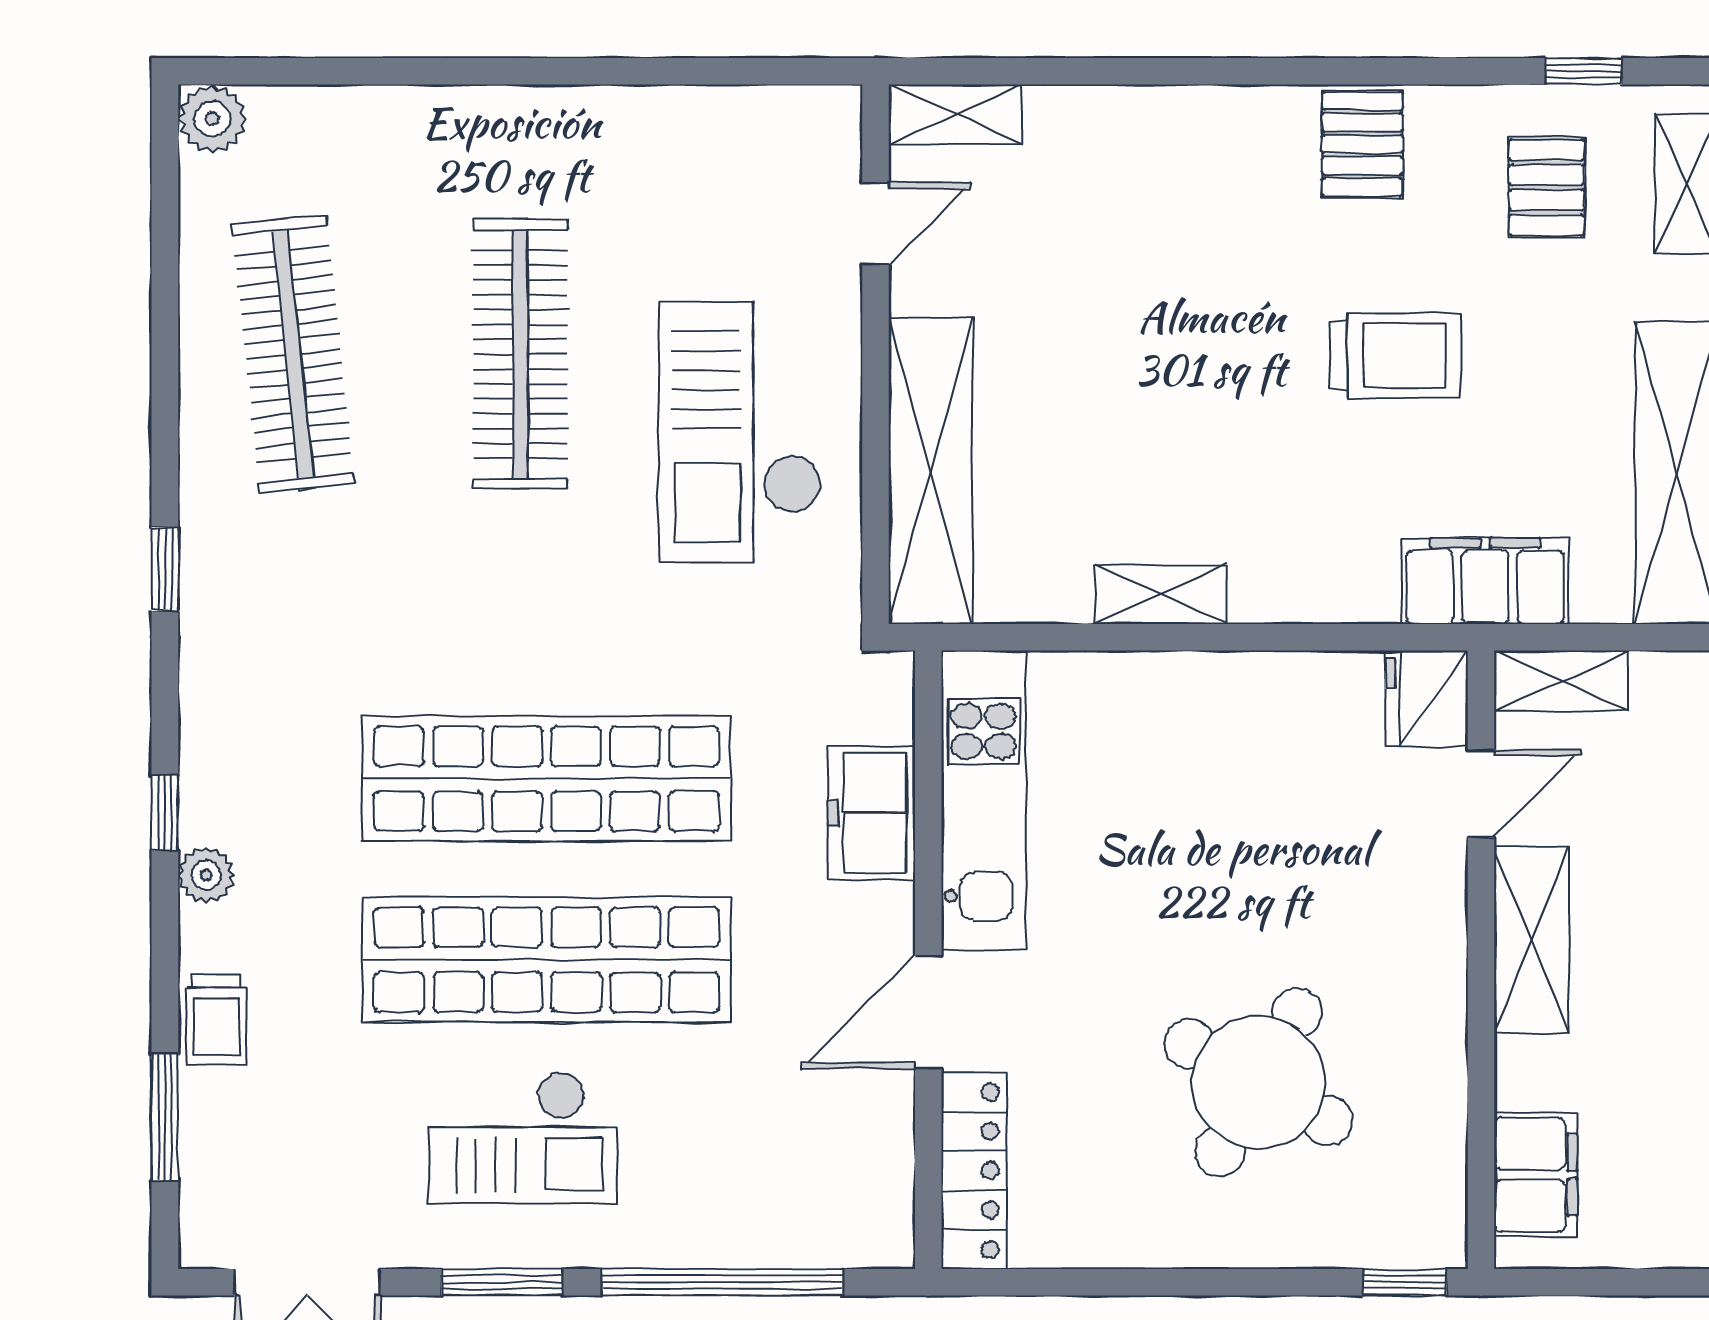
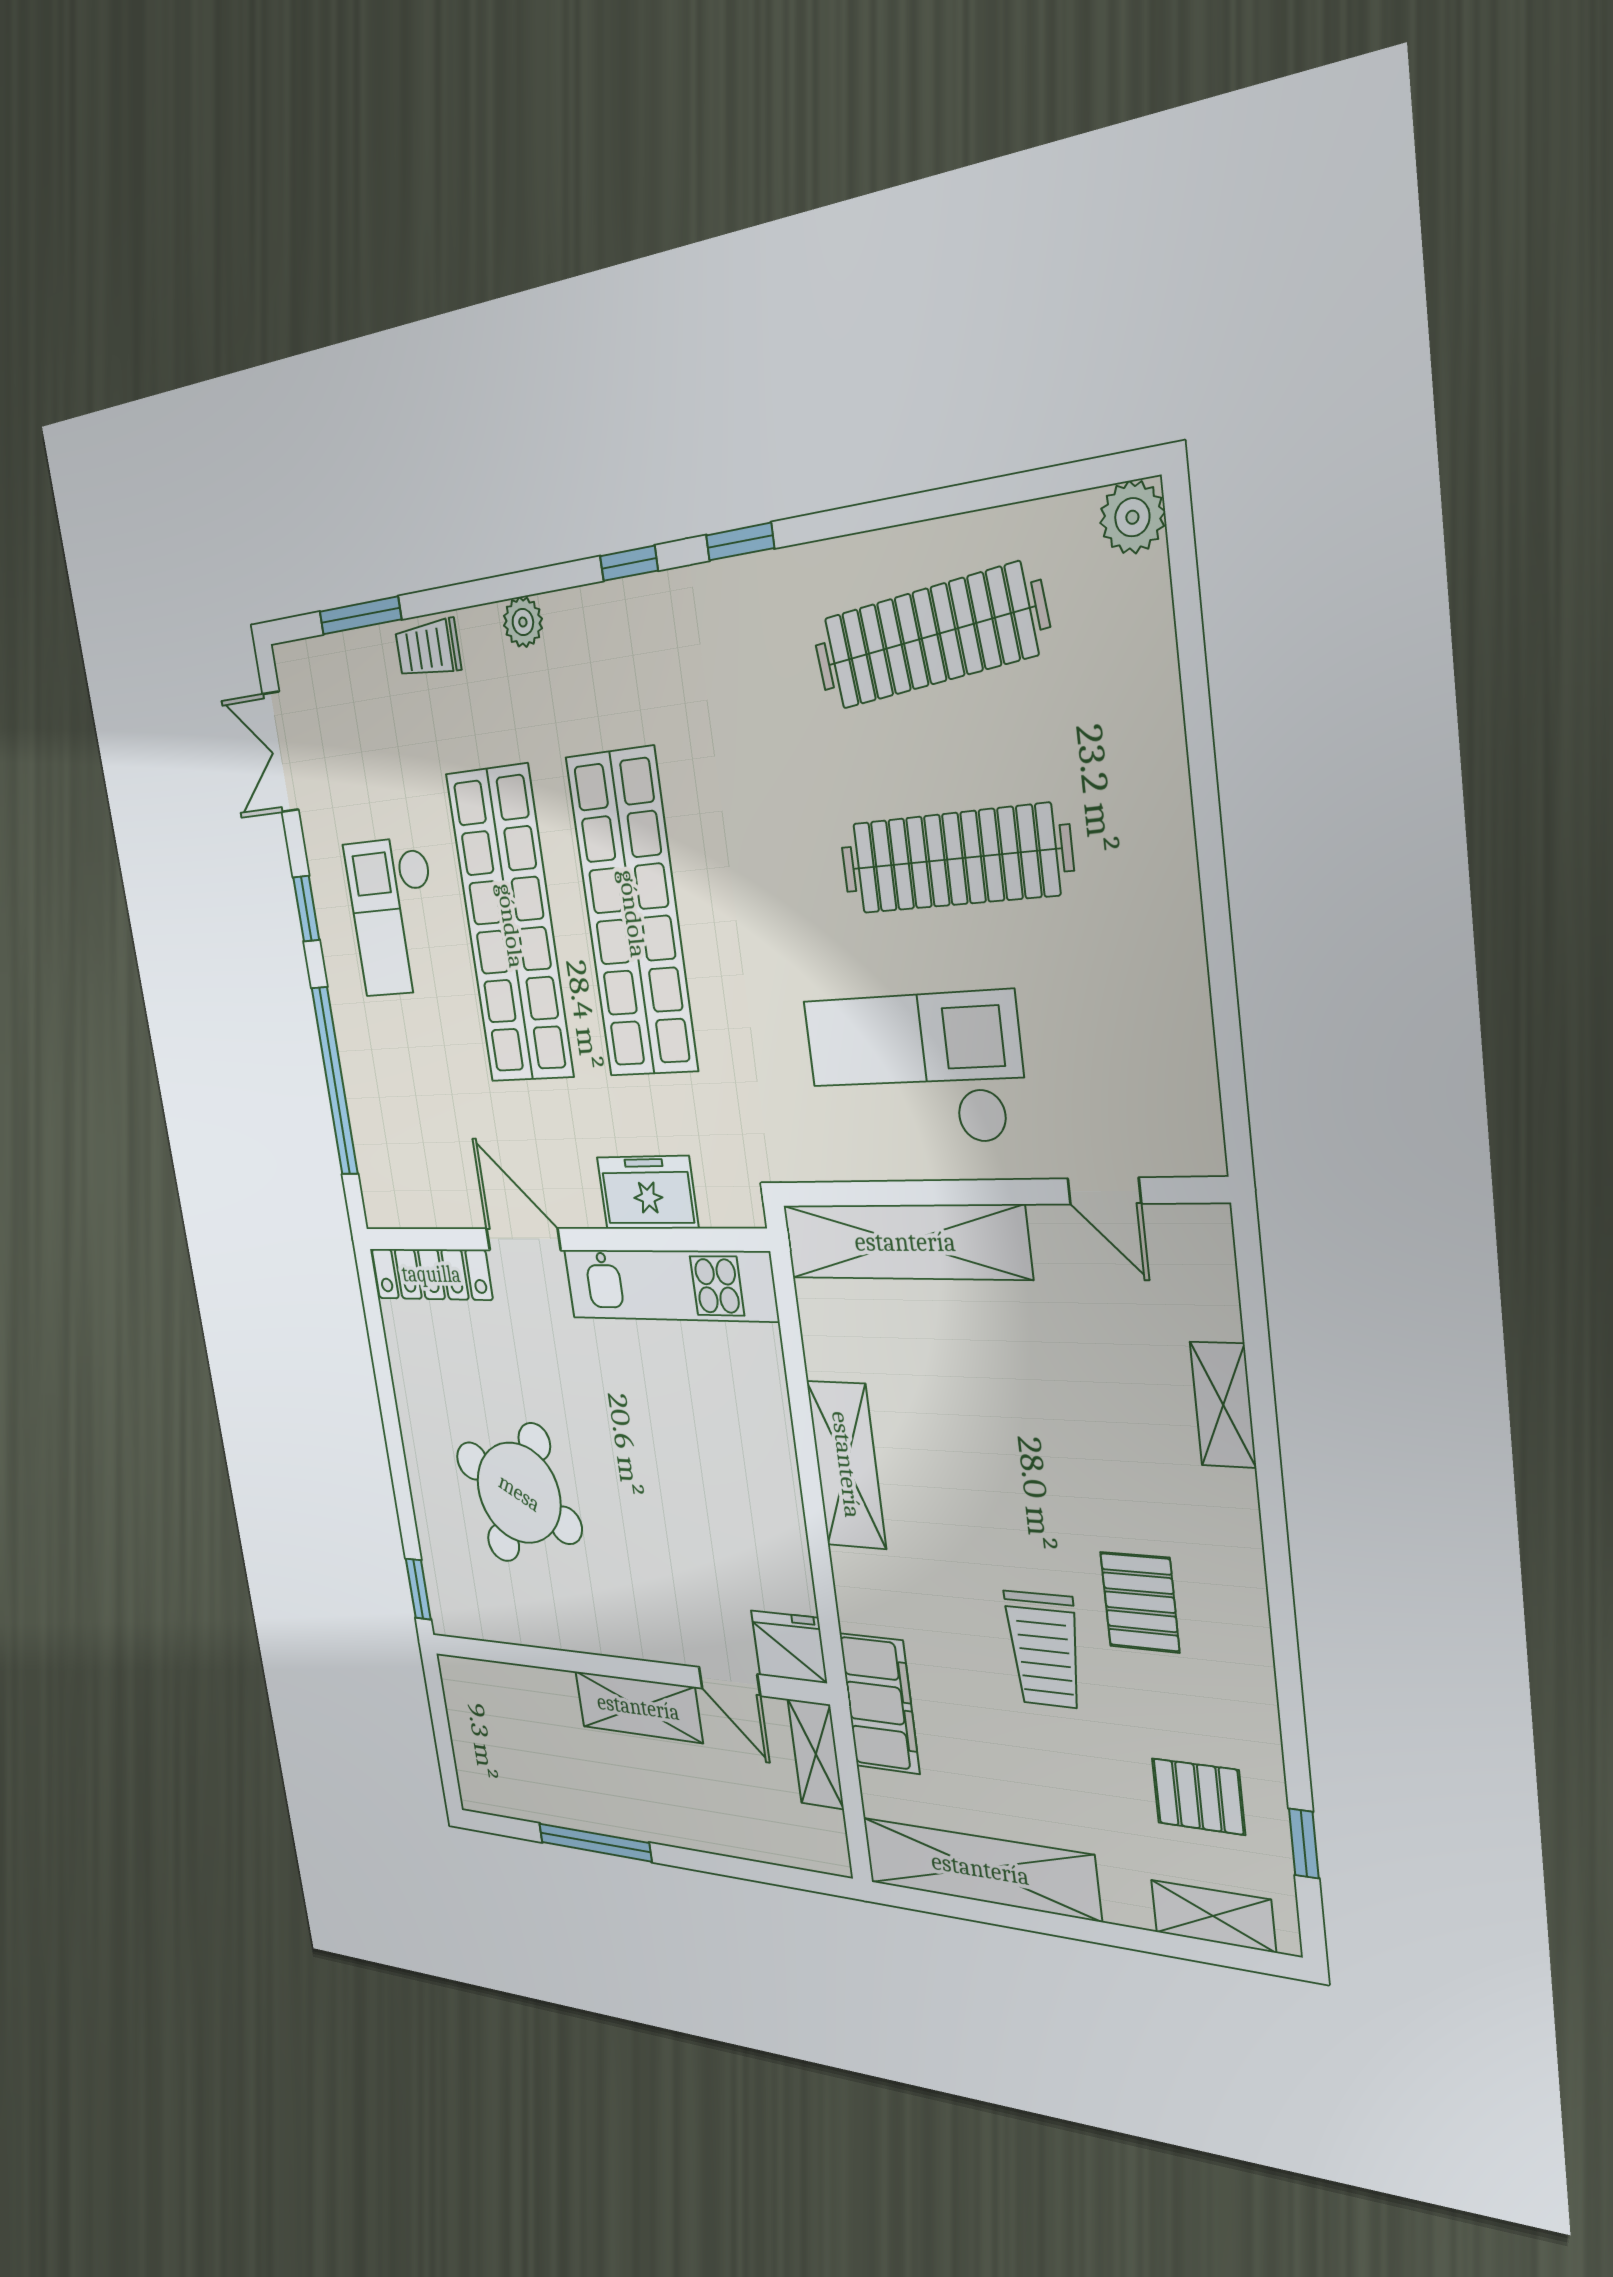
shelving: (955, 114) -> (1223, 1405), moved
pallet: (1362, 144) -> (1140, 1602), moved, turned 90
shelving: (1161, 594) -> (846, 1465), width x1.50, depth x1.33
window: (165, 813) -> (629, 563), moved
filing cabinet: (1536, 1175) -> (495, 1690), removed
window: (502, 1282) -> (306, 909), width x0.67

